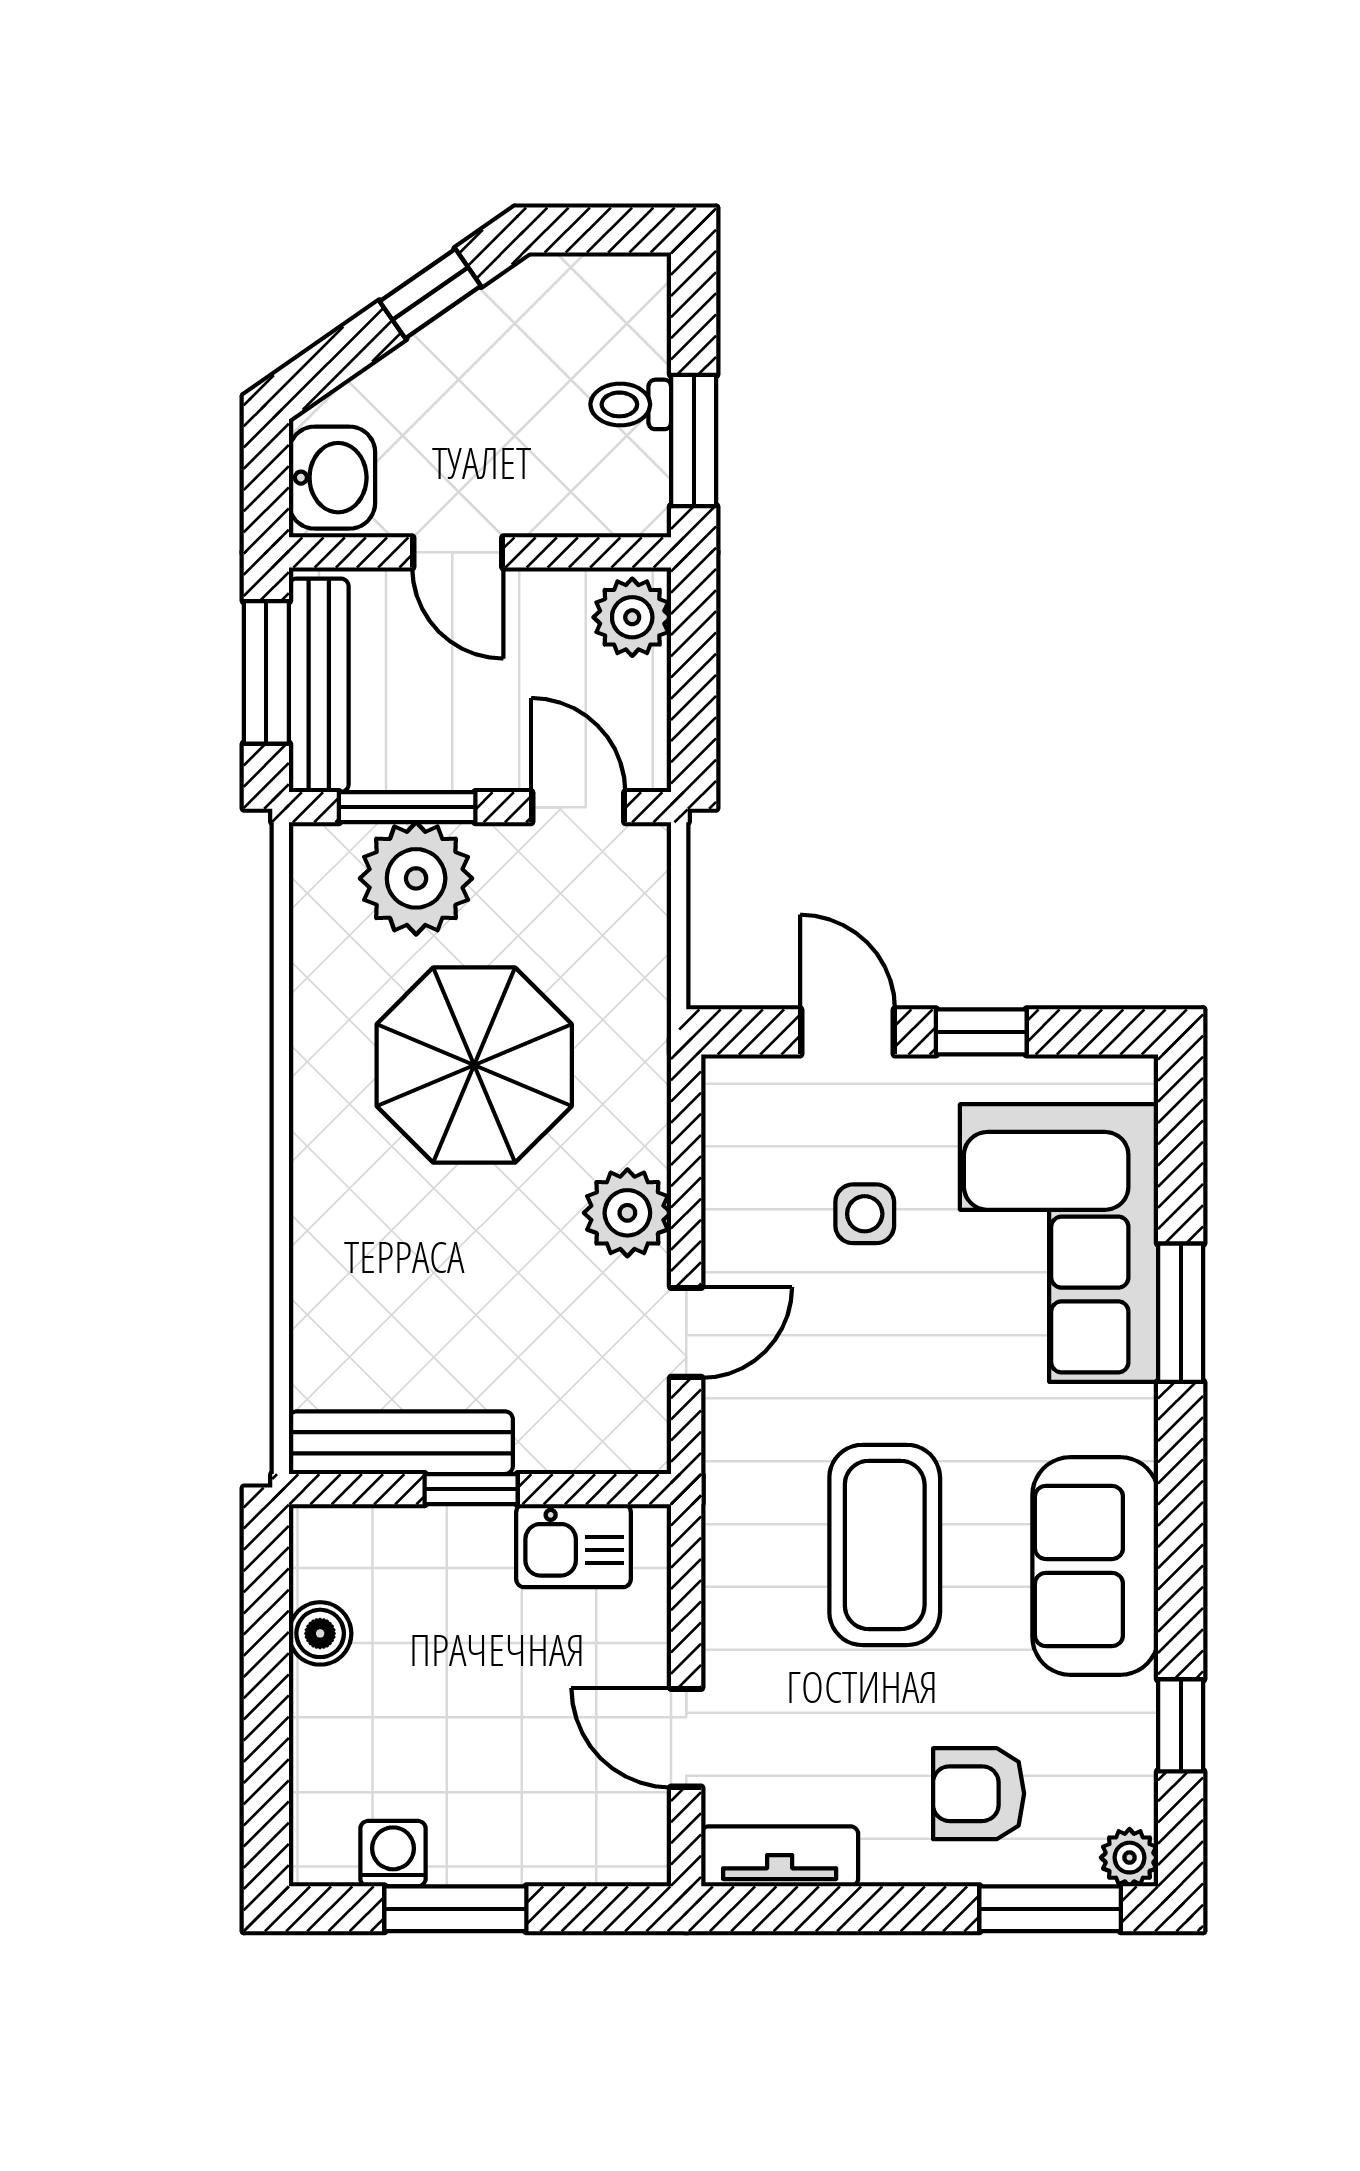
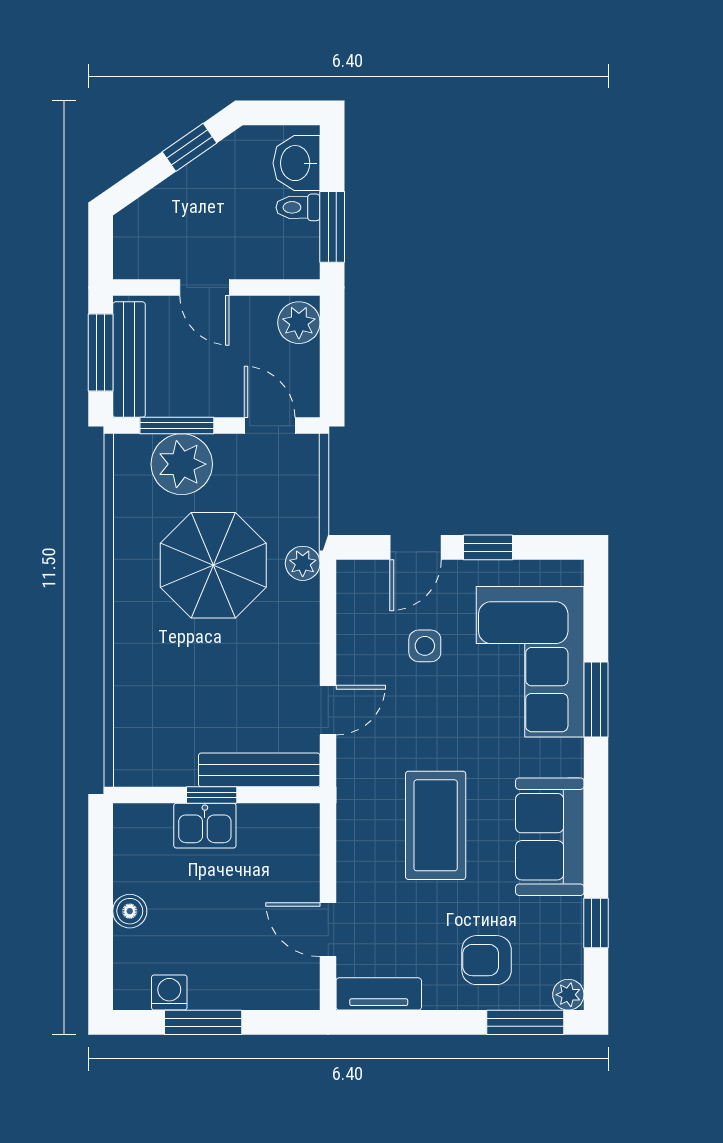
washbasin: (332, 478) -> (297, 163), moved, turned 180
door: (848, 1032) -> (416, 547), swing flipped
plant: (627, 1213) -> (303, 563), moved, width x0.73, depth x0.73
bench: (401, 1443) -> (259, 770), moved
kitchen sink: (574, 1546) -> (205, 826), moved
boiler: (320, 1633) -> (130, 911), moved

